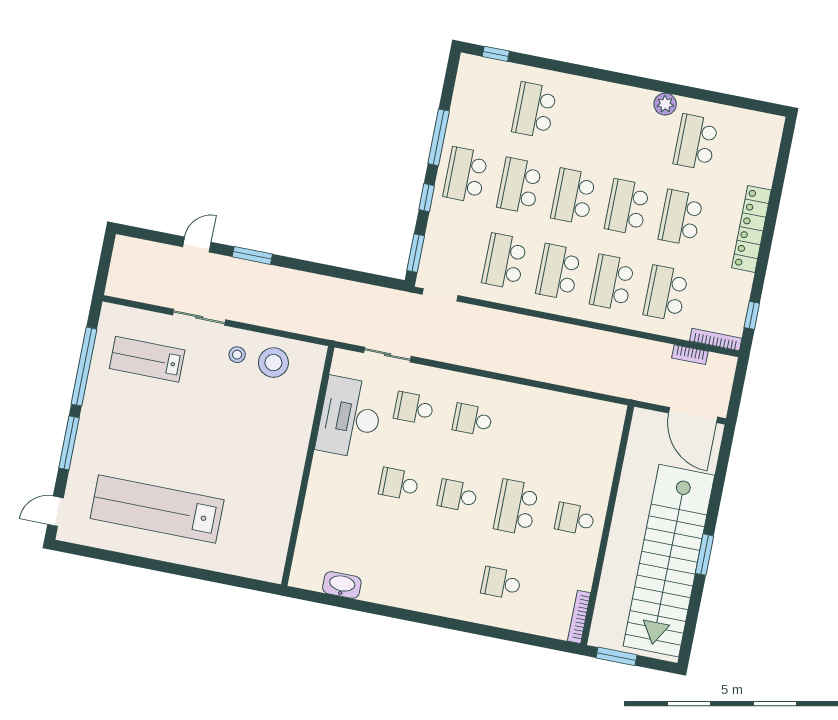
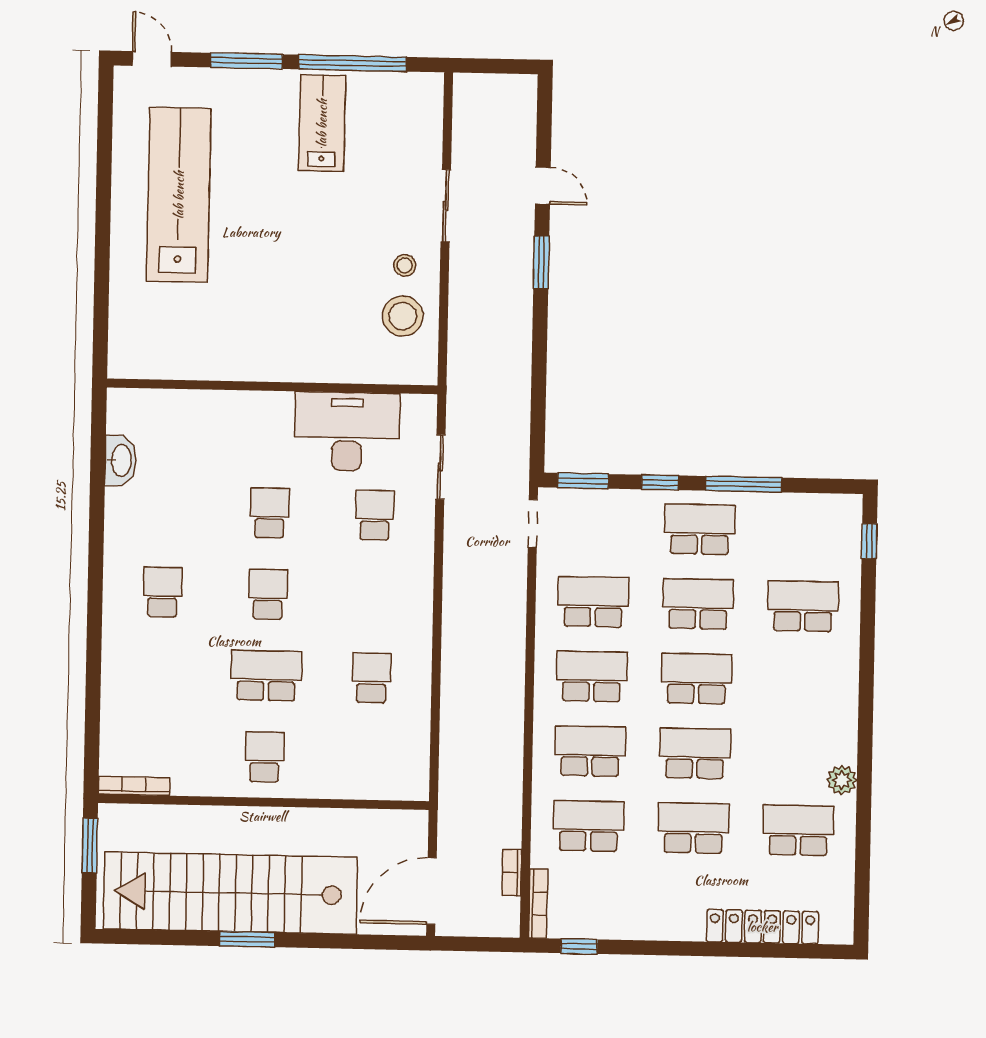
locker: (751, 229) -> (762, 927), moved
lab bench: (147, 359) -> (322, 123), moved
school desk: (473, 420) -> (371, 678), moved
school desk: (501, 583) -> (163, 592), moved

